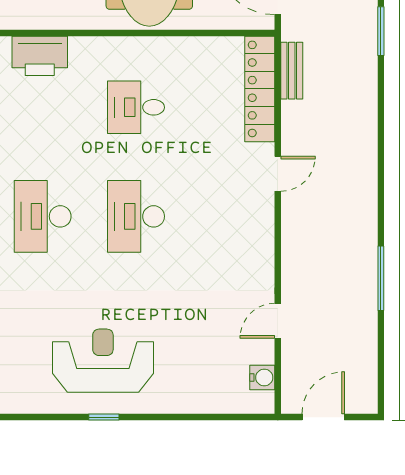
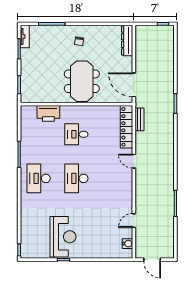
printer: (40, 56) -> (48, 113), moved
door: (278, 174) -> (134, 161), swing flipped
reception desk: (103, 361) -> (63, 237), turned 90
door: (323, 417) -> (152, 260), swing flipped

